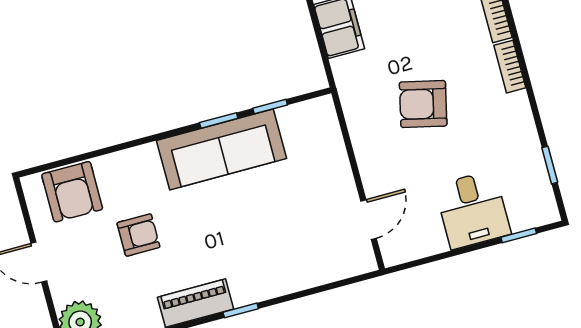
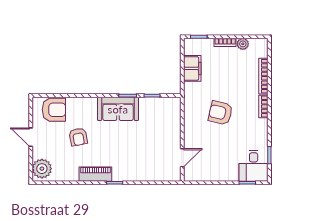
sofa: (222, 149) -> (118, 109), width x0.73
armchair: (72, 192) -> (54, 110), turned -90
desk: (473, 210) -> (254, 166), moved
armchair: (138, 235) -> (78, 137), turned 79

